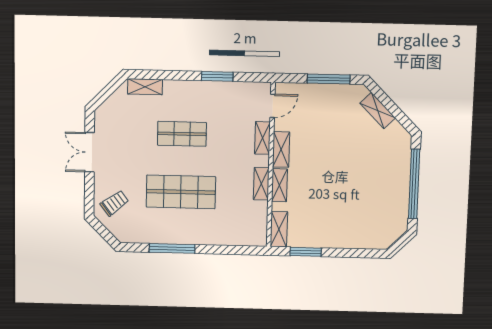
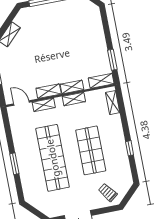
window: (217, 76) -> (14, 164), moved
shelving: (145, 87) -> (113, 103), moved
shop shelf: (182, 134) -> (53, 158), width x2.00, depth x1.36
window: (172, 248) -> (130, 148), width x0.46

